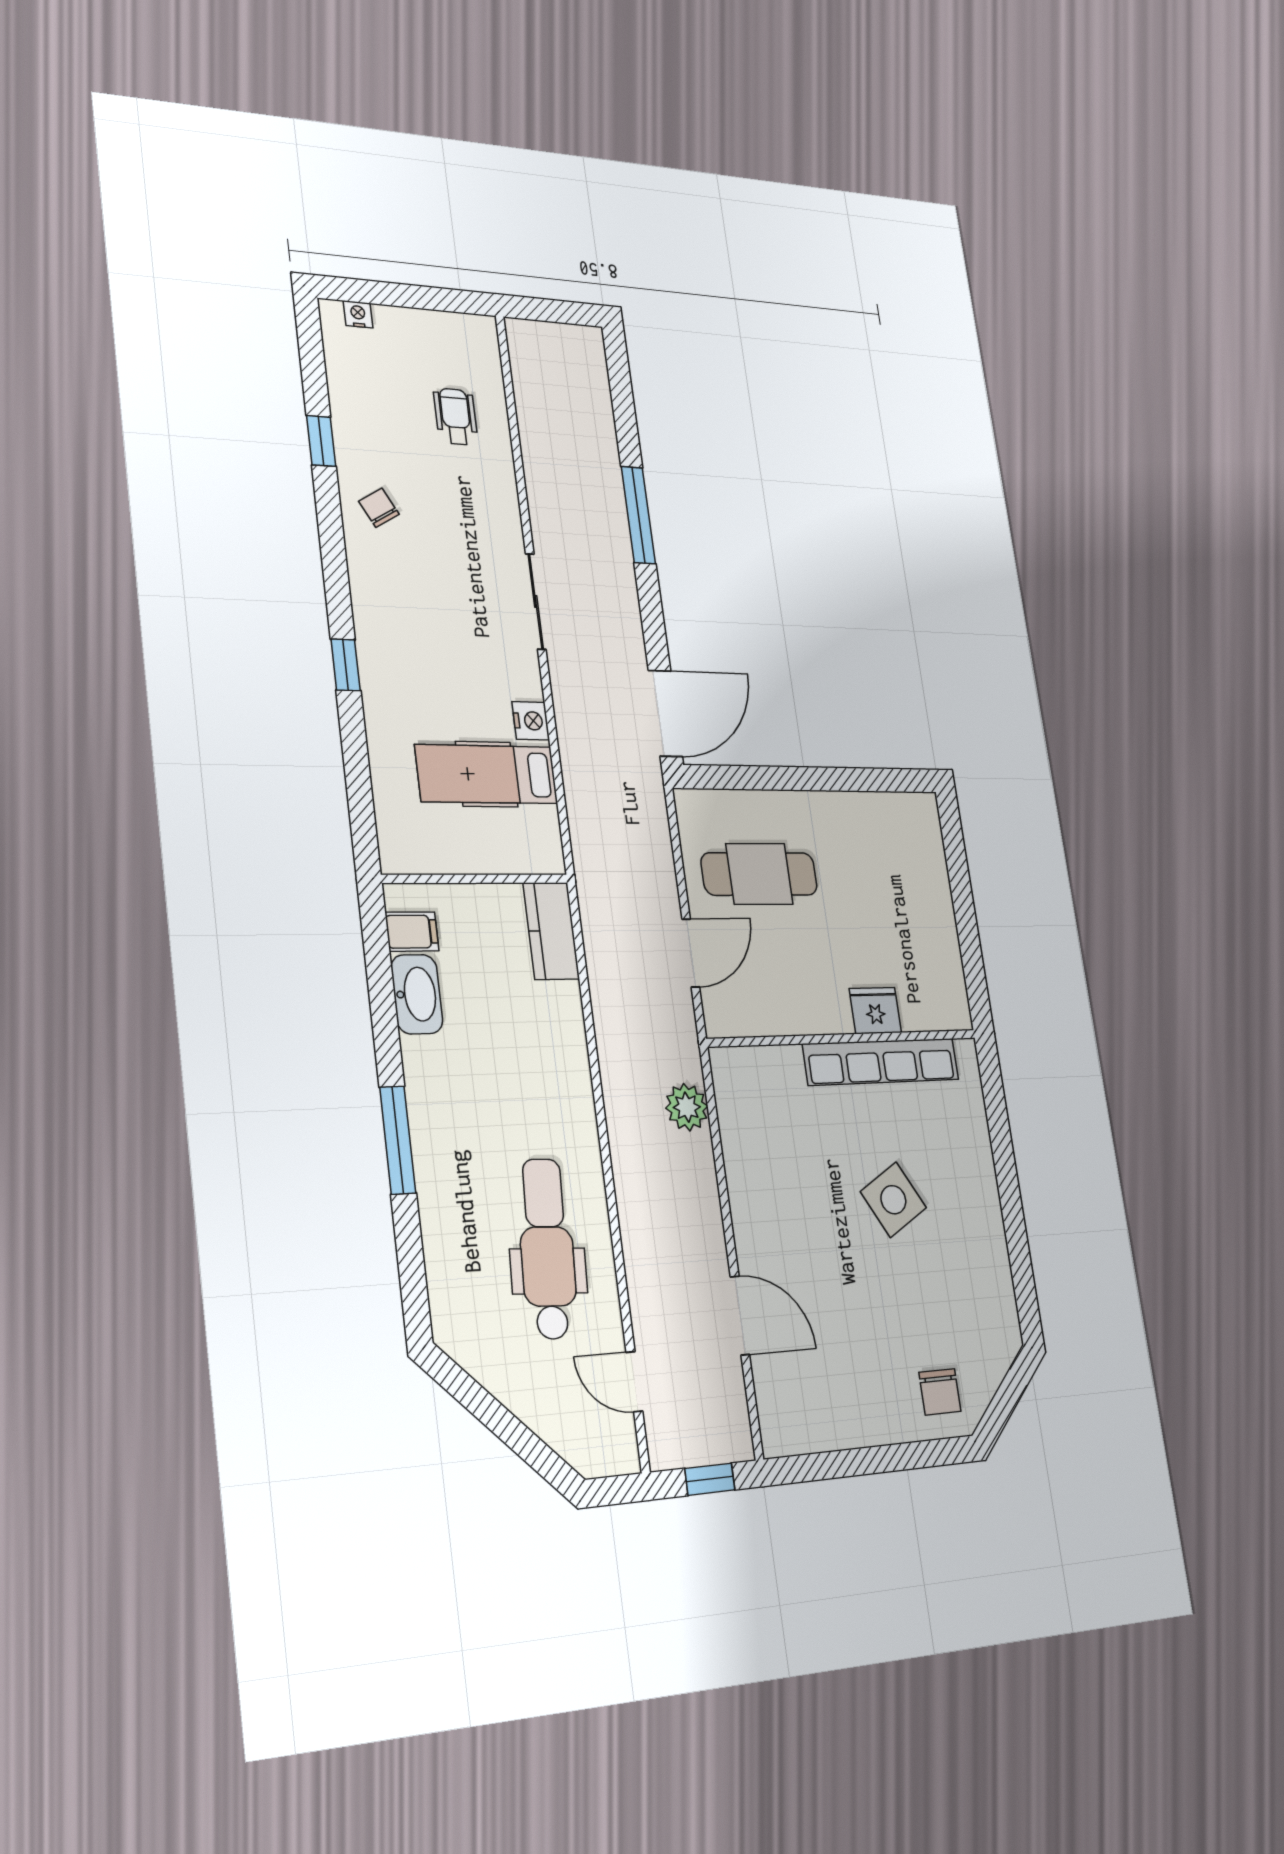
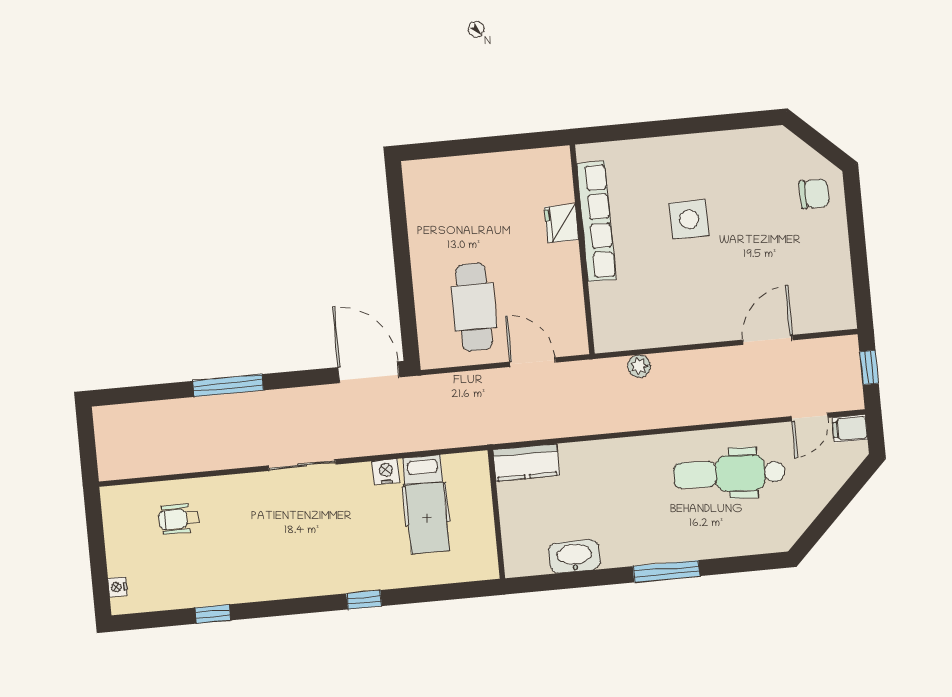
chair: (379, 508) -> (253, 575), removed
filing cabinet: (412, 932) -> (850, 429), moved, turned -90
plant: (687, 1107) -> (639, 366), width x0.73, depth x0.73
side table: (893, 1200) -> (689, 219), turned 30

